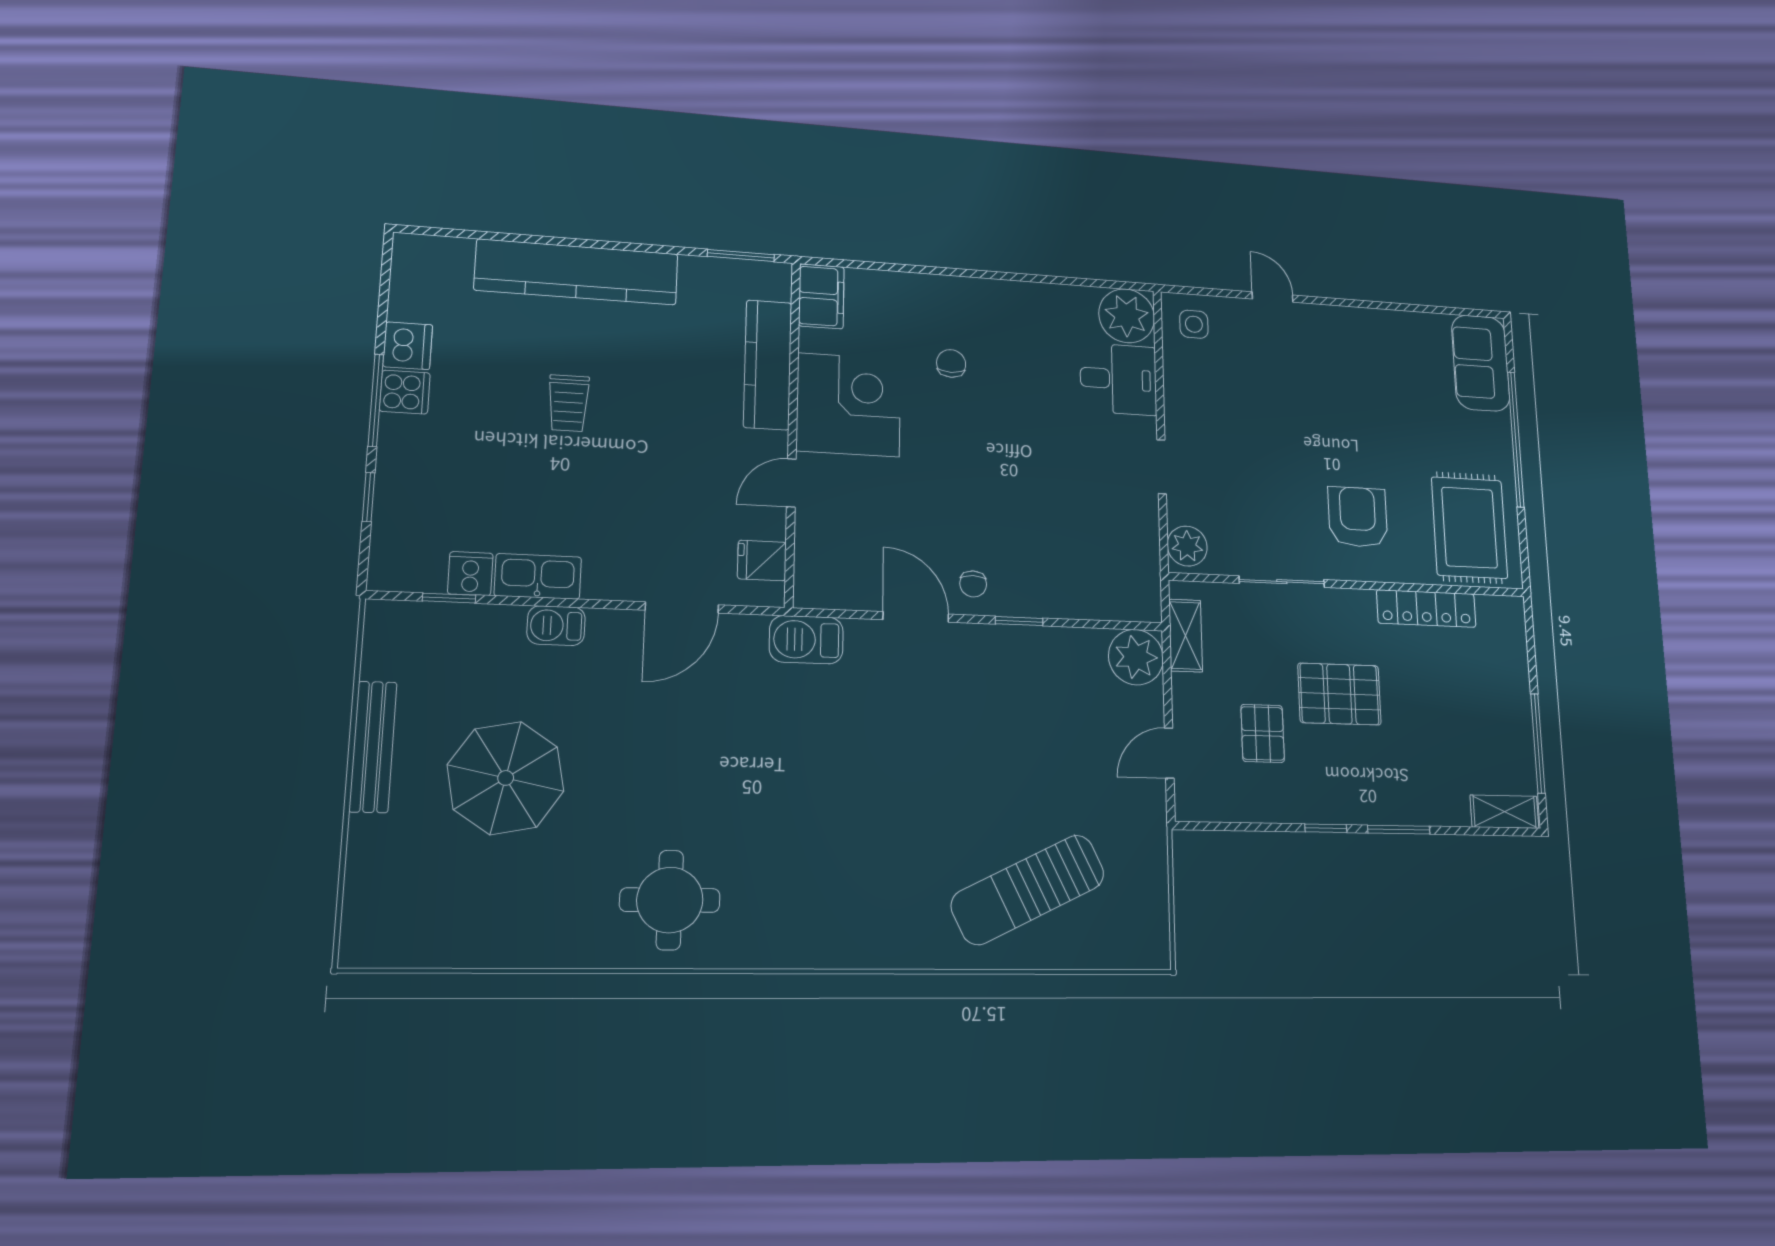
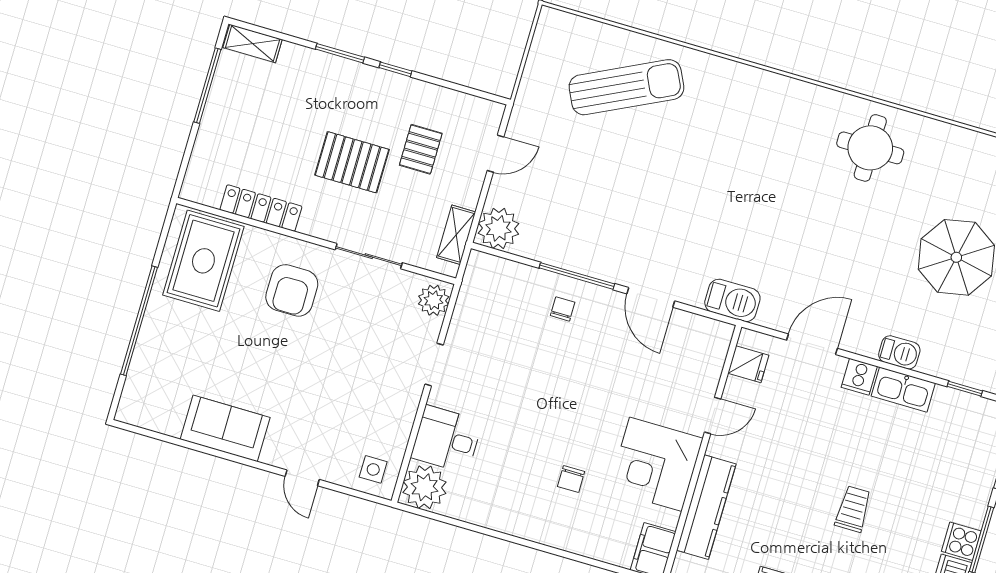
sofa: (1481, 363) -> (225, 428), moved, turned -90
cooker: (470, 574) -> (859, 377), moved
chair: (973, 584) -> (563, 309), moved
window: (1019, 621) -> (577, 276), width x2.17

